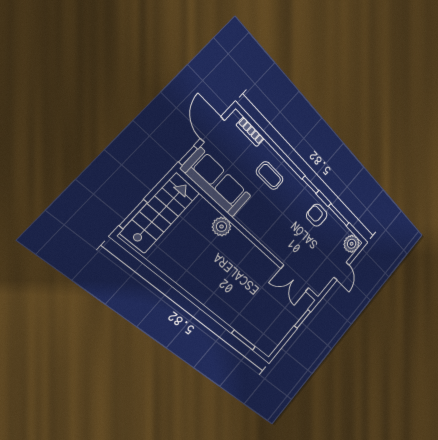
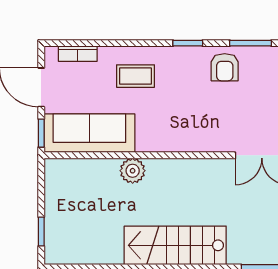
stairs: (160, 213) -> (175, 245), moved, turned -90
window: (133, 214) -> (41, 232), width x0.67
armchair: (317, 215) -> (225, 67), turned -91

